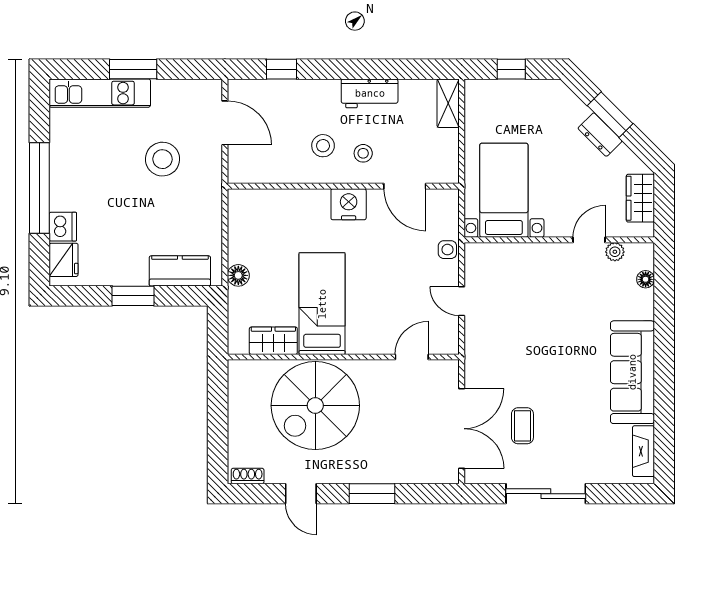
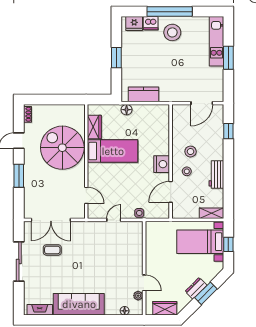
stool: (163, 159) -> (172, 32), moved
bed with nightstands: (504, 190) -> (200, 242), moved, turned 180
kitchen counter: (180, 271) -> (144, 94), moved, turned -90

